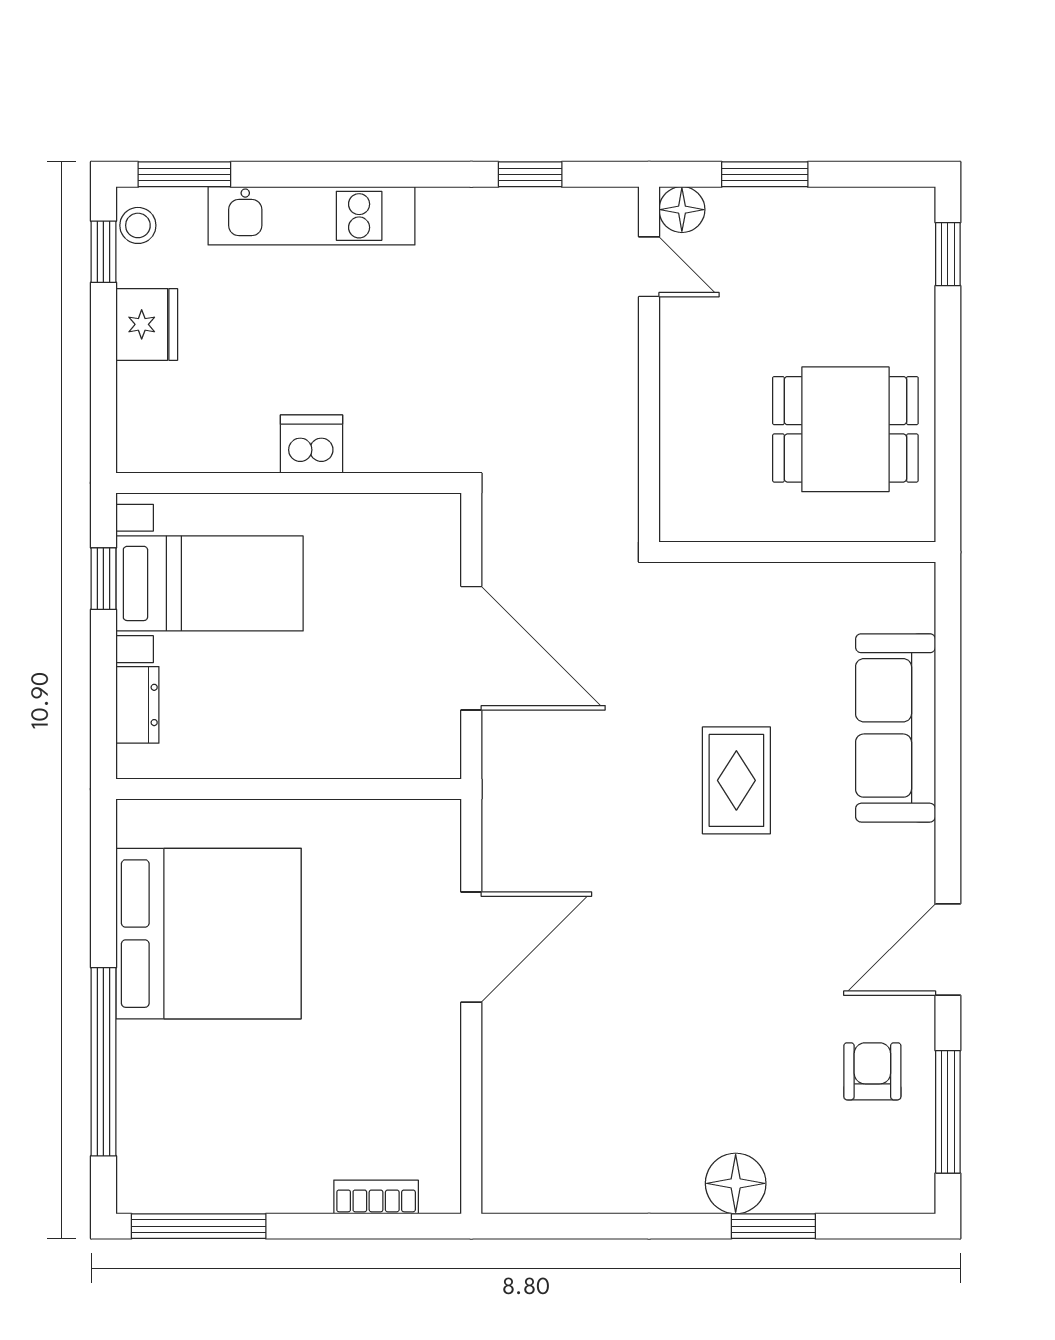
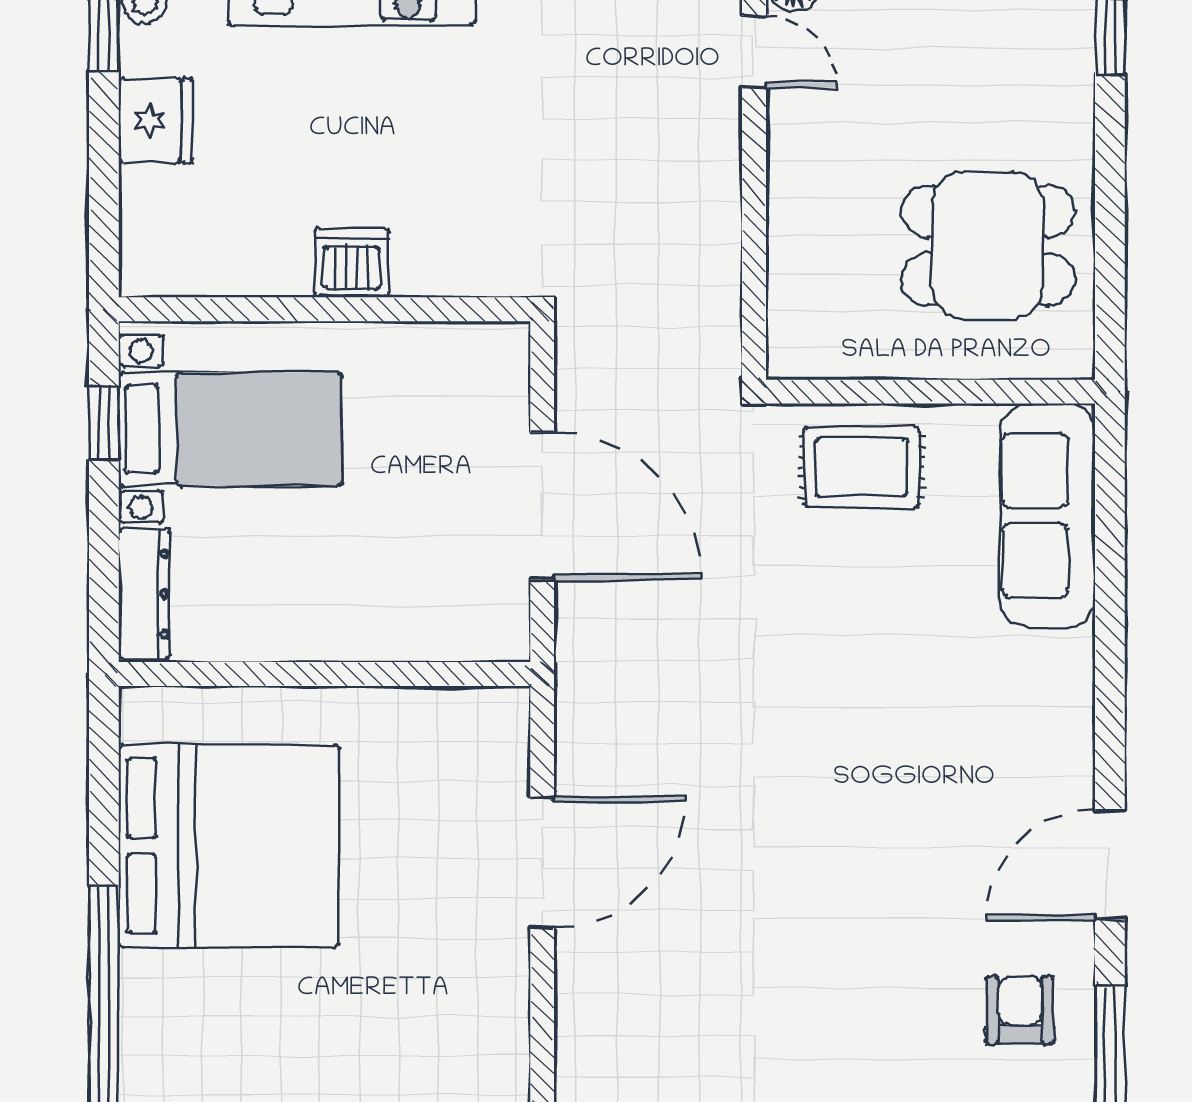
dresser: (137, 705) -> (144, 594), width x1.44
sofa: (896, 728) -> (1048, 516), moved
rug: (736, 780) -> (861, 467), moved, turned 90

